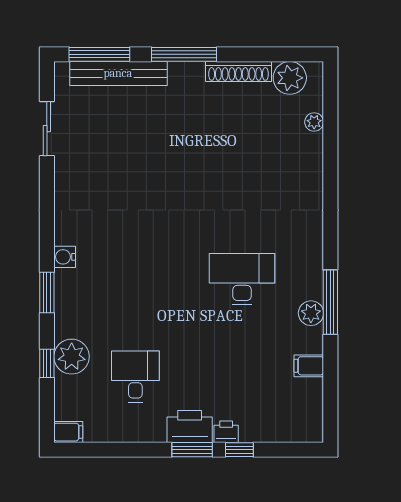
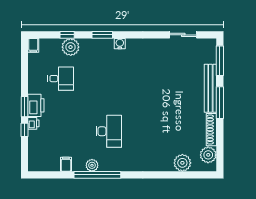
bench: (118, 73) -> (210, 88), moved
plant: (314, 122) -> (182, 163), width x1.87, depth x1.87
window: (330, 302) -> (97, 175), width x1.46

